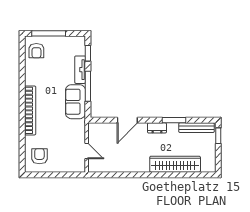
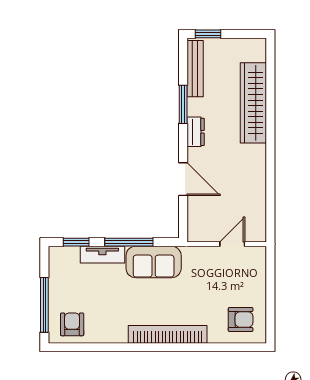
armchair: (36, 51) -> (72, 324), turned -90
armchair: (39, 156) -> (241, 320), turned 180

